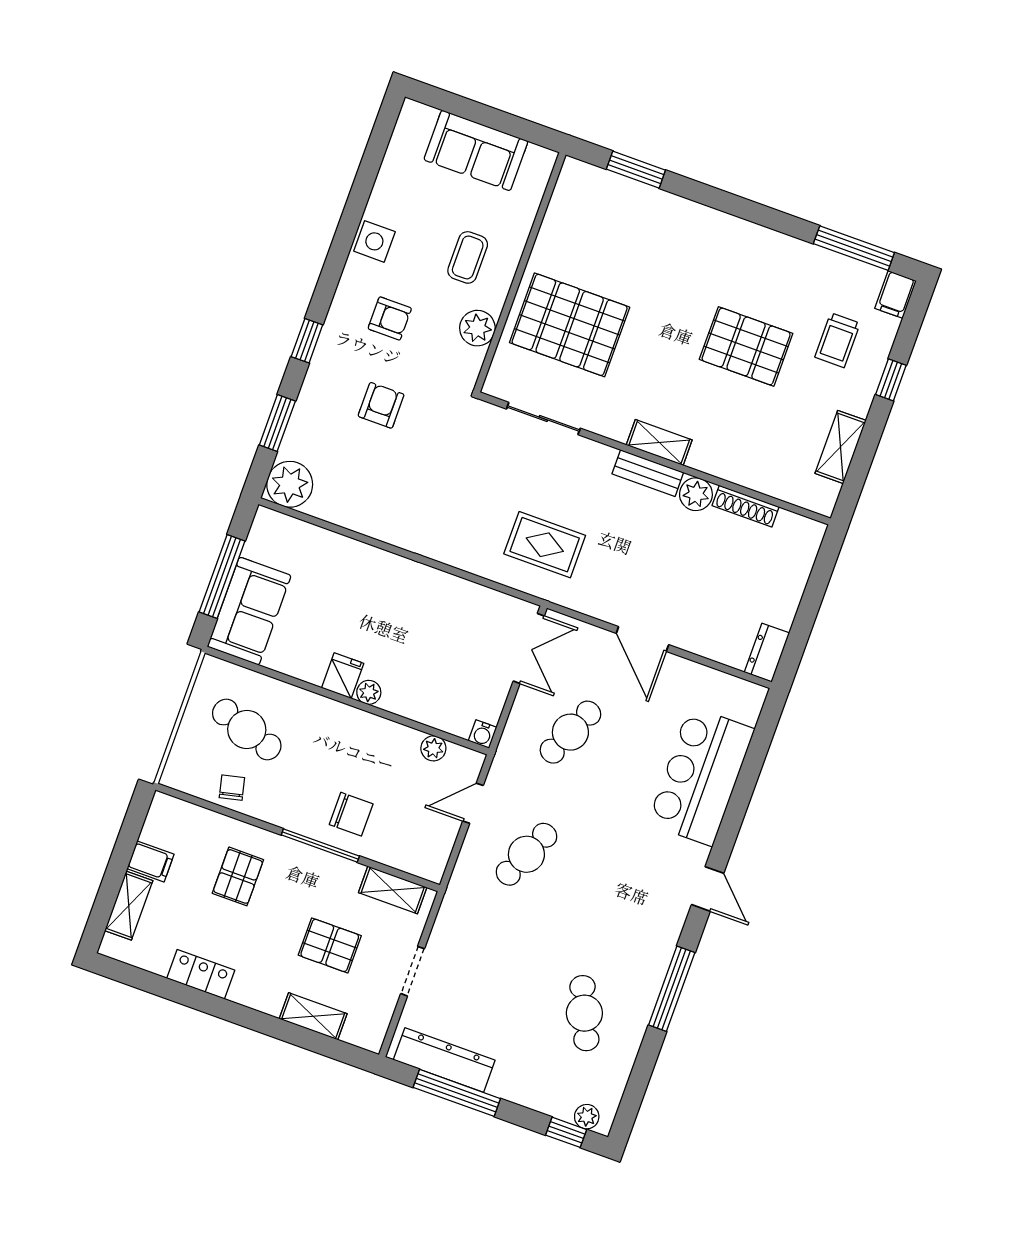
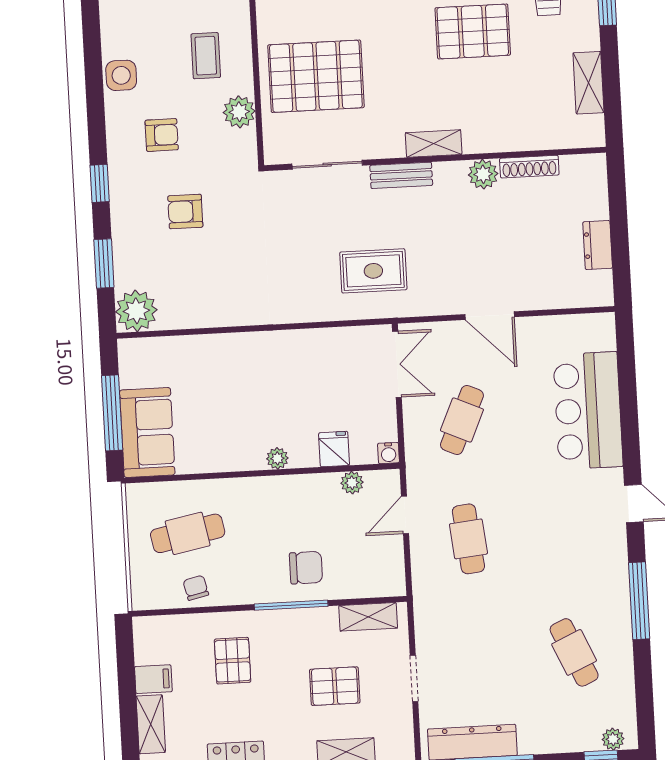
armchair: (381, 405) -> (185, 211), turned -90
bench: (648, 473) -> (401, 175), moved
dresser: (767, 653) -> (598, 245), moved
fridge: (343, 676) -> (334, 449), moved
cafe table: (247, 730) -> (188, 533), turned -30
cafe table: (526, 854) -> (468, 539), turned -30

